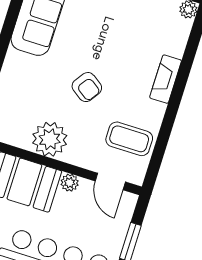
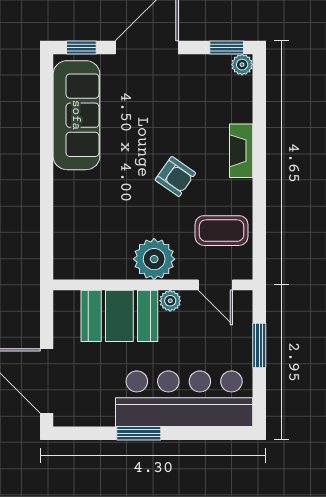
armchair: (87, 87) -> (175, 177), moved
plant: (50, 139) -> (154, 259), moved

